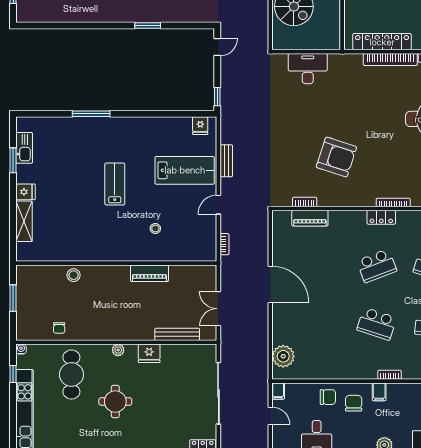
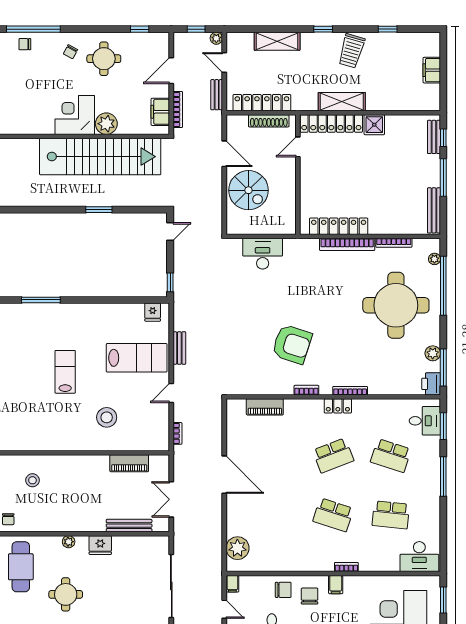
bookcase: (305, 202) -> (306, 390), moved
stool: (155, 229) -> (107, 417), width x1.89, depth x1.89
piano: (149, 273) -> (129, 463), moved
stool: (74, 275) -> (32, 480), moved

